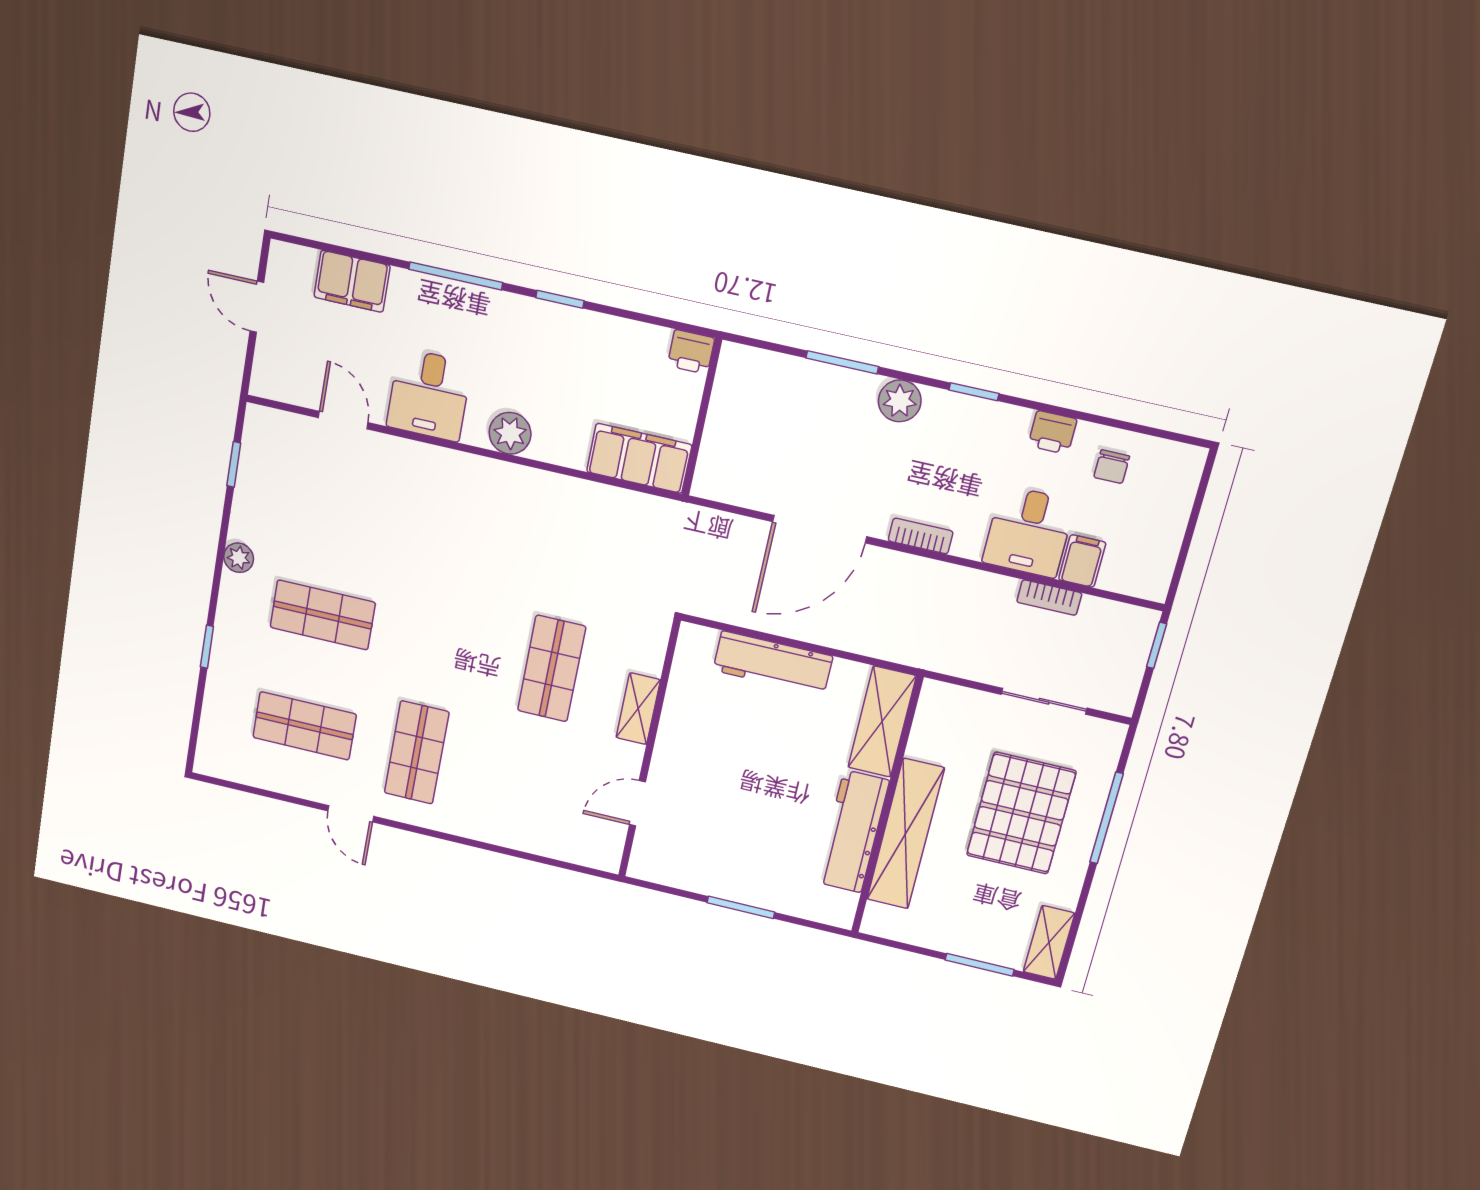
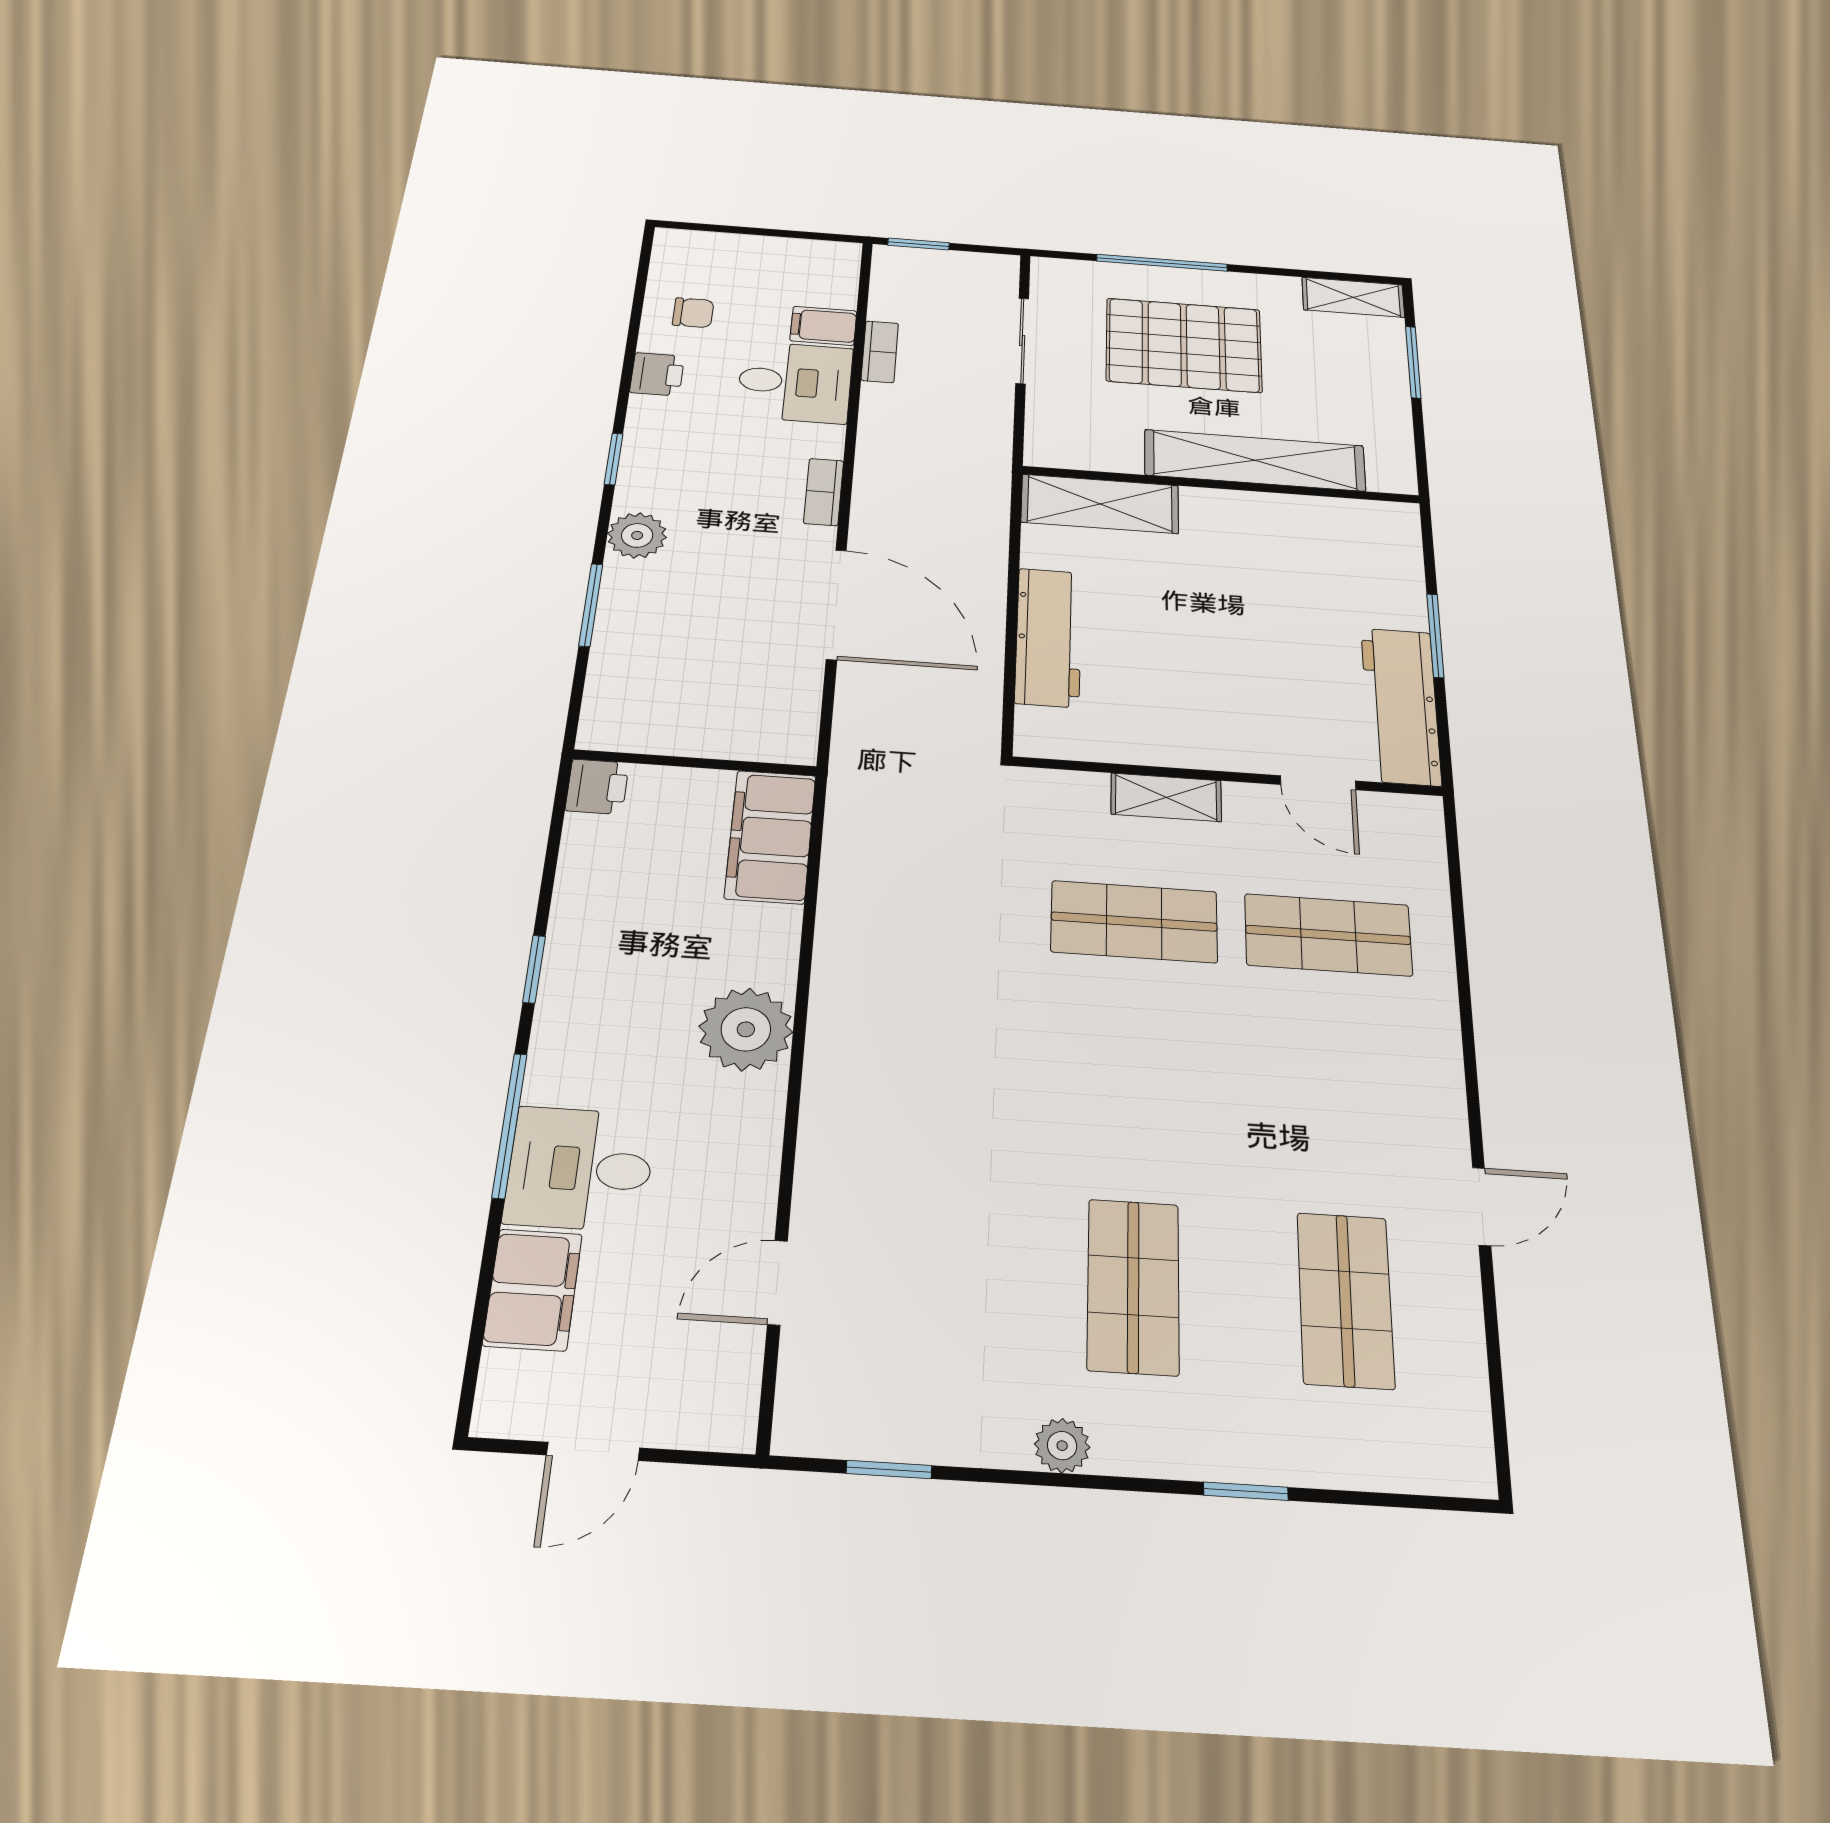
desk: (429, 395) -> (580, 1169), moved, turned 180
plant: (510, 433) -> (746, 1029), width x1.36, depth x1.36
shop shelf: (417, 753) -> (1328, 935), moved
workbench: (853, 832) -> (1401, 706), moved, turned 90

